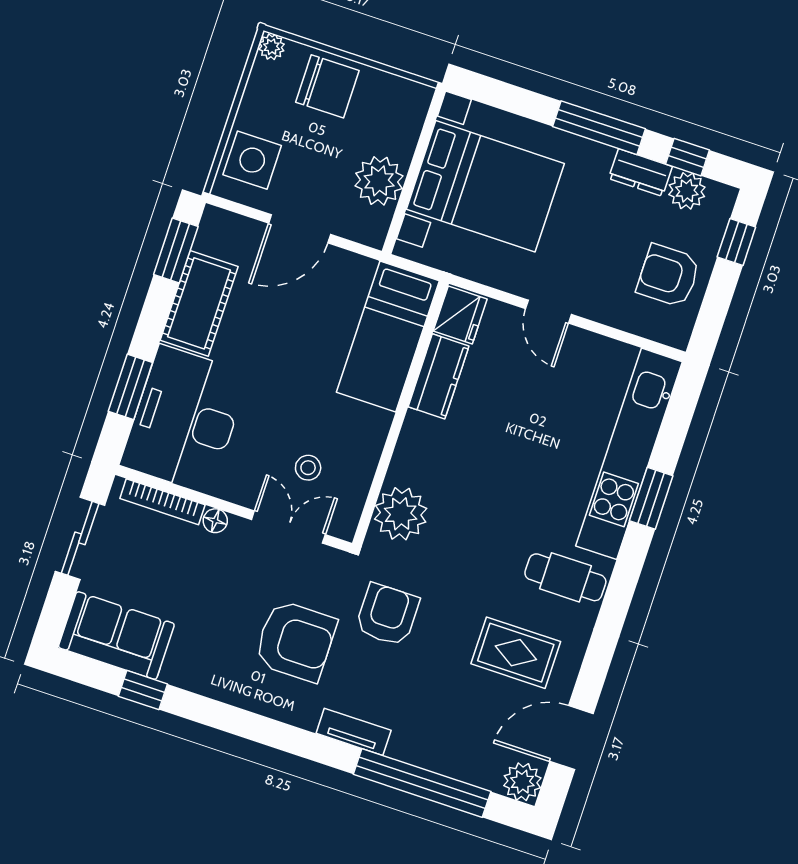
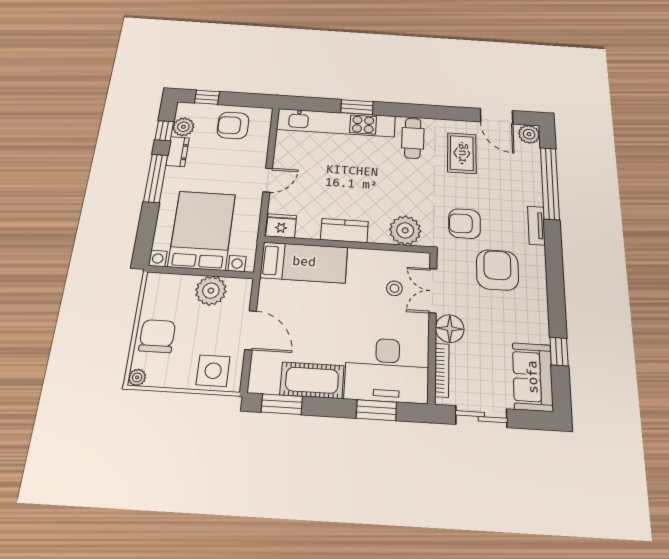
armchair: (668, 276) -> (233, 125), turned 90
kitchen counter: (439, 376) -> (344, 231), moved
floor lamp: (215, 521) -> (450, 329), width x1.89, depth x1.89

